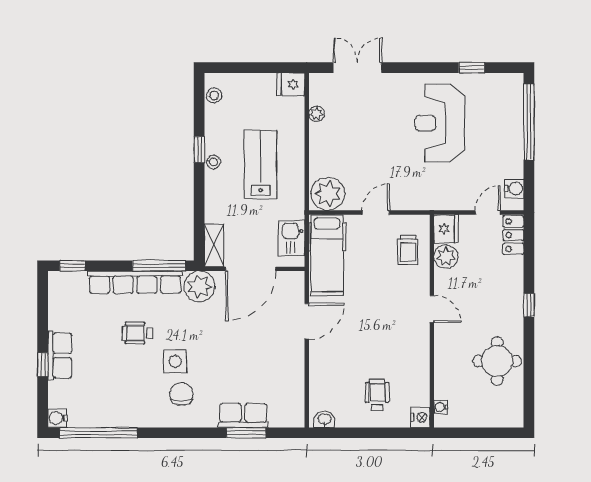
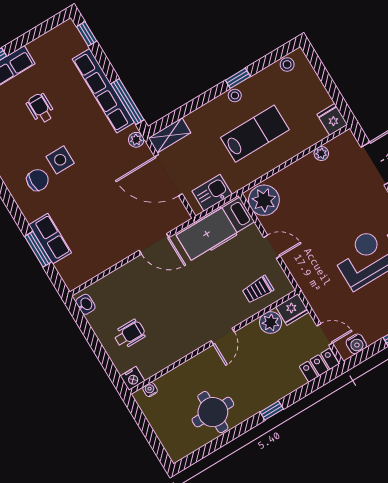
plant: (199, 286) -> (136, 140), width x0.53, depth x0.53
wheelchair: (137, 333) -> (41, 108), moved

